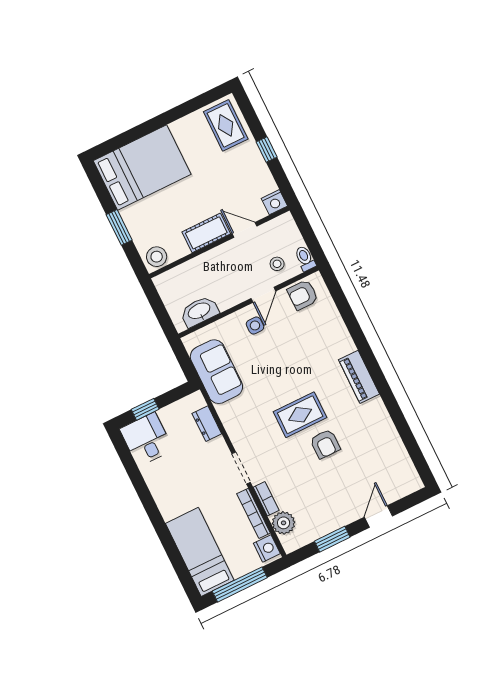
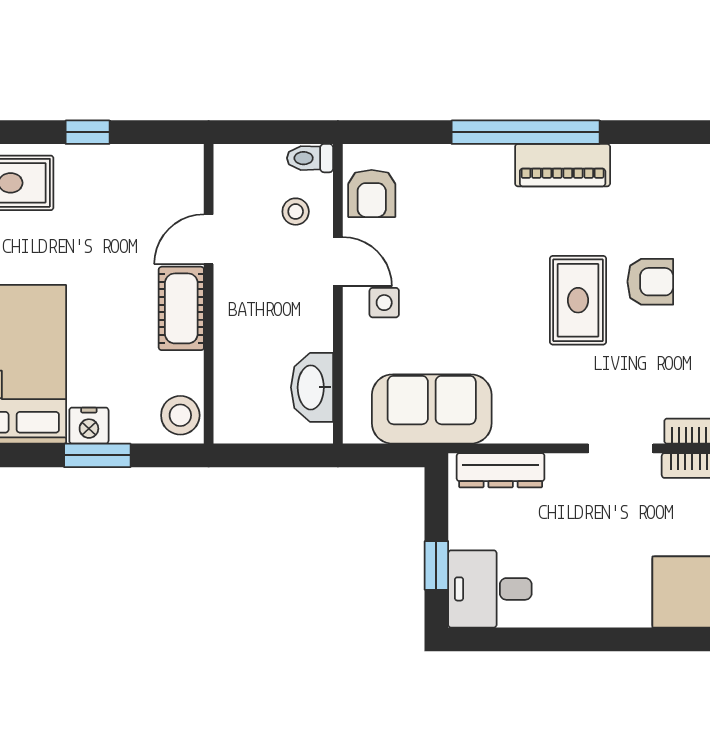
nightstand: (274, 202) -> (89, 426), moved, turned 90
window: (366, 352) -> (526, 132), added
dresser: (207, 424) -> (501, 470), width x1.44

